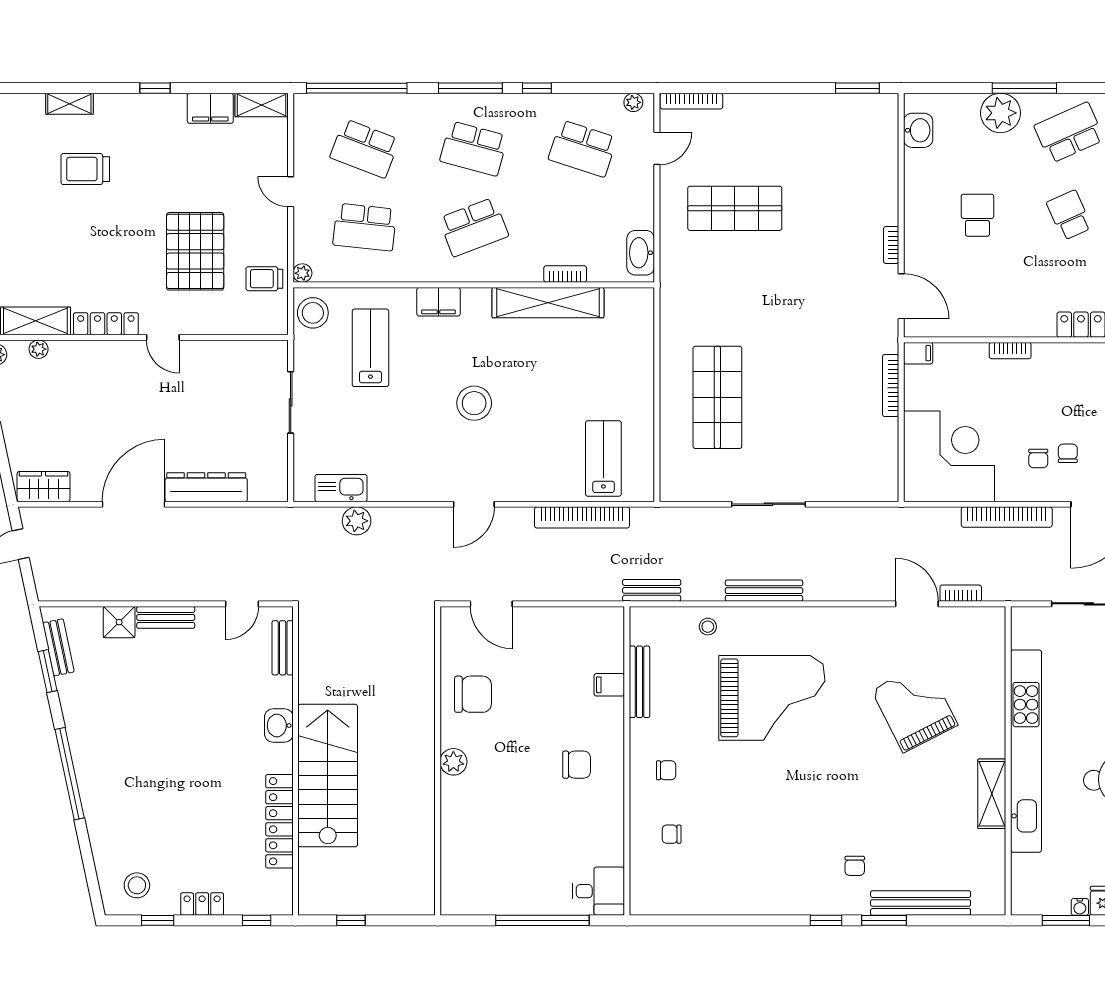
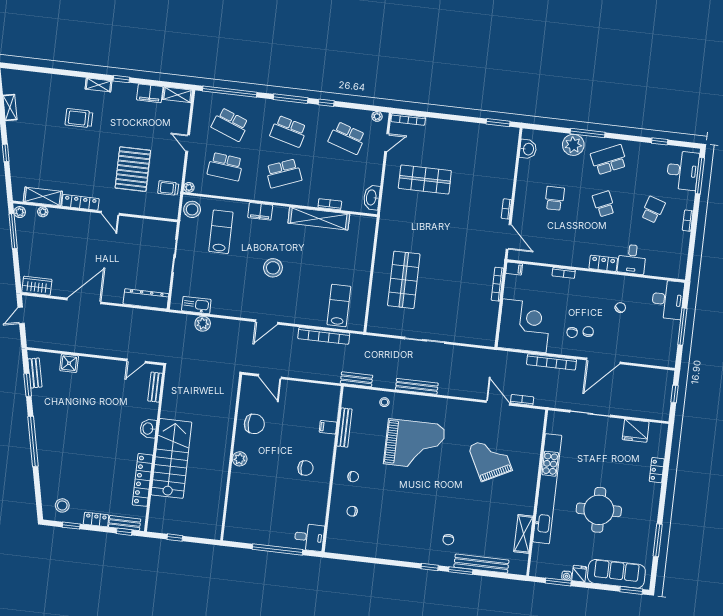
shelving: (69, 104) -> (99, 85), moved
dresser: (206, 487) -> (146, 299), moved
bench: (166, 617) -> (125, 523), moved
shelving: (992, 794) -> (523, 534), moved

